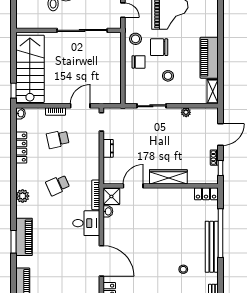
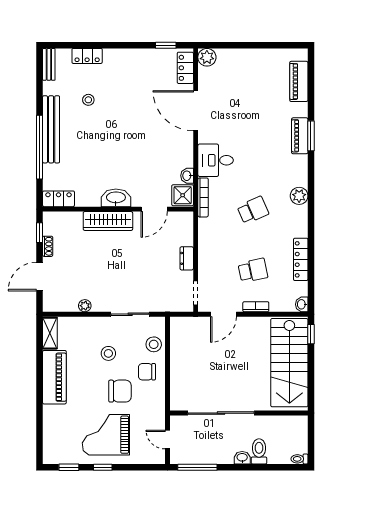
stool: (136, 39) -> (154, 344), moved
washbasin: (162, 195) -> (116, 198), added
piano: (24, 237) -> (300, 136), width x0.73, depth x0.75

